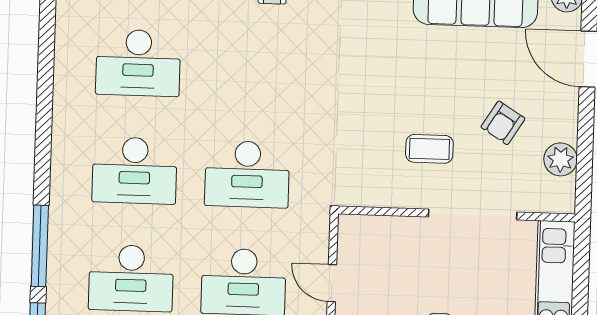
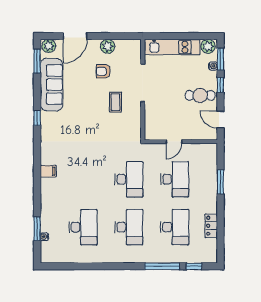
armchair: (503, 123) -> (103, 71), turned 148
plant: (561, 159) -> (108, 46), moved

